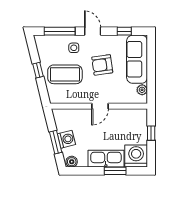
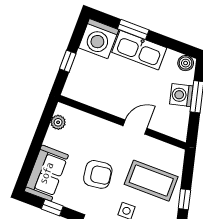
sofa: (137, 59) -> (46, 173), width x0.73
door: (100, 106) -> (135, 127), moved

